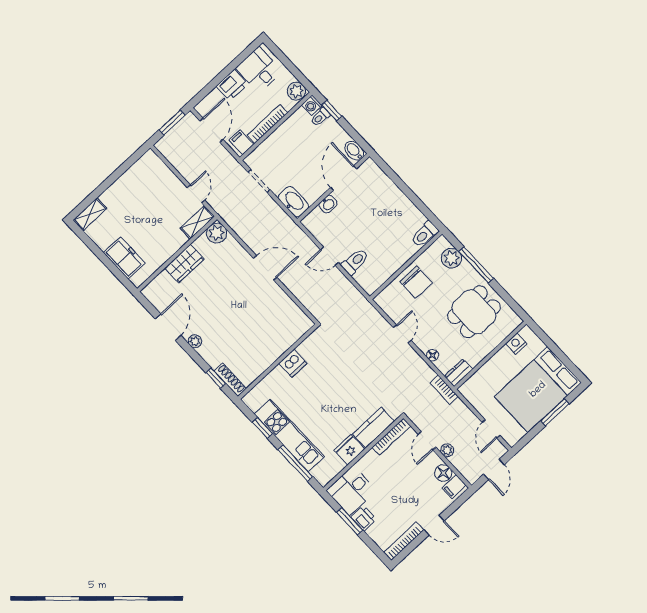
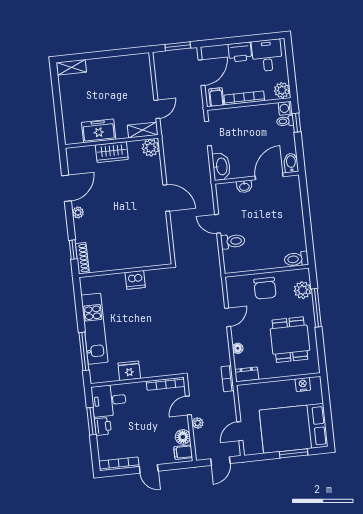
freezer: (124, 258) -> (99, 131), moved, turned -90
dining table: (474, 312) -> (290, 340), turned 90
window: (262, 428) -> (79, 309), removed
kitchen counter: (374, 428) -> (158, 368), removed

